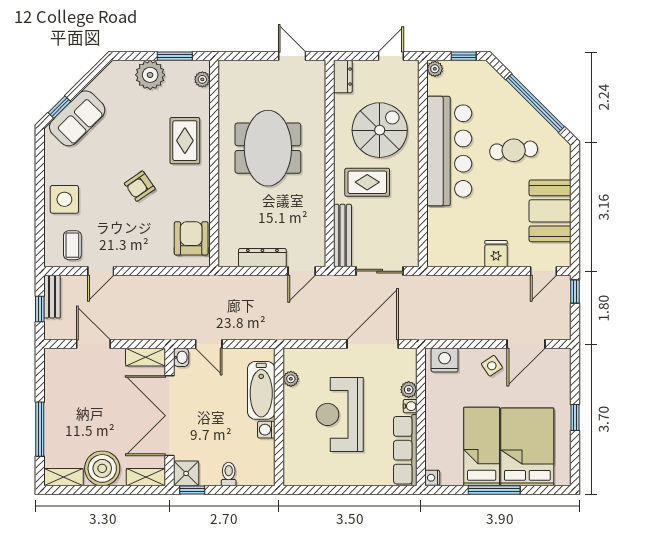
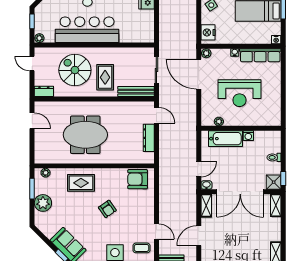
door: (292, 56) -> (32, 121), swing flipped
plant: (409, 390) -> (206, 53), moved
boiler: (102, 468) -> (271, 231), removed

